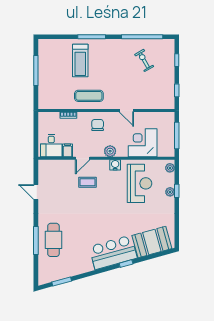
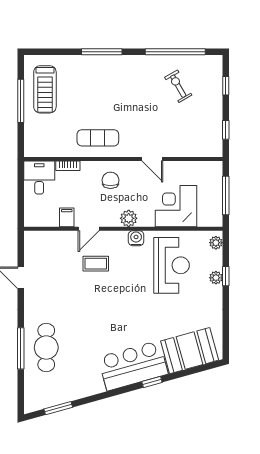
treadmill: (80, 61) -> (45, 89), moved
desk: (51, 146) -> (39, 178), moved, turned 180

